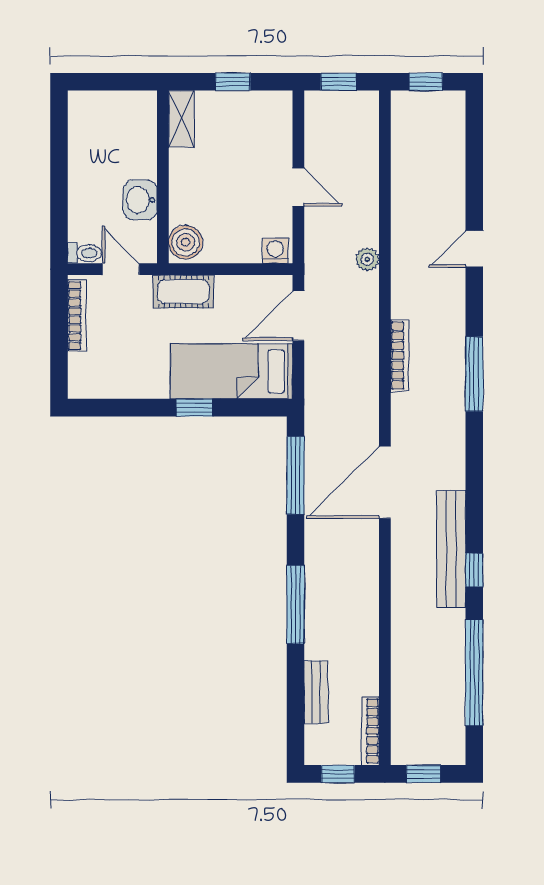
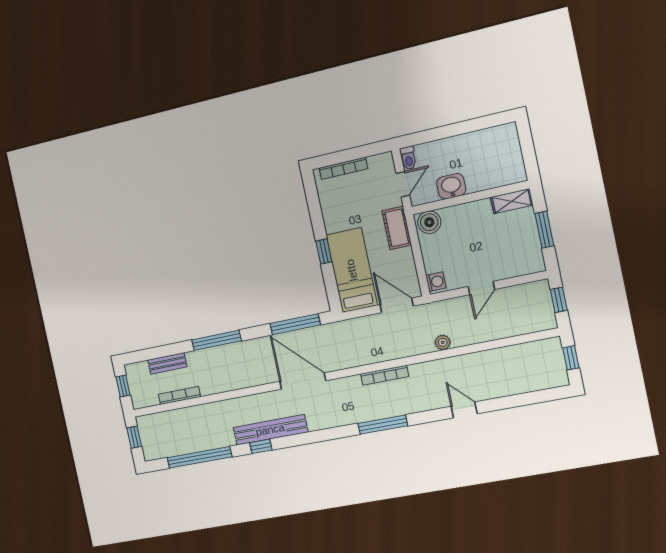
window: (233, 82) -> (544, 230), width x1.50
bookcase: (77, 316) -> (343, 168), moved
bookcase: (370, 731) -> (179, 395), moved

